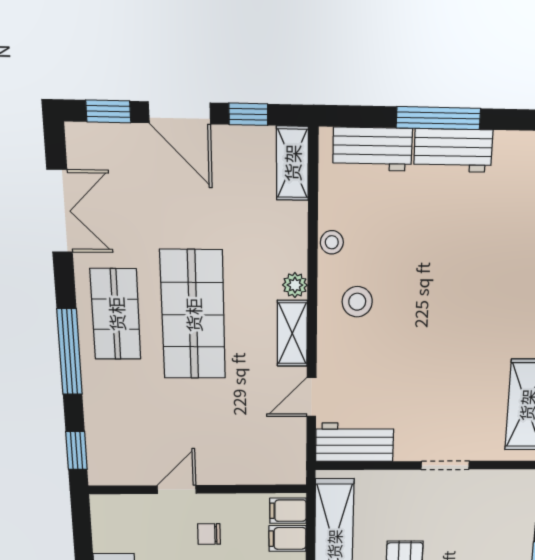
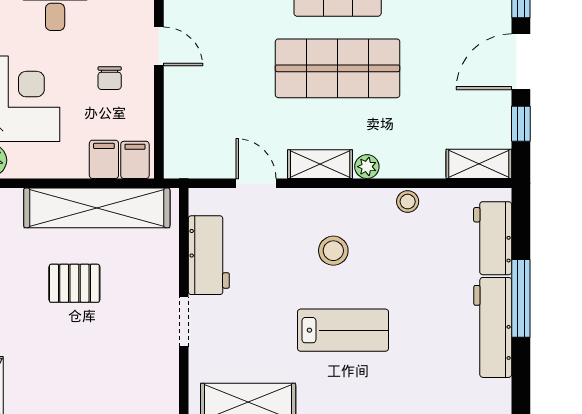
workbench: (453, 150) -> (493, 327), width x1.38
stool: (357, 302) -> (333, 251), moved
lab bench: (462, 311) -> (343, 330), added
workbench: (355, 442) -> (209, 255), moved
chair: (209, 534) -> (110, 78), turned 180

